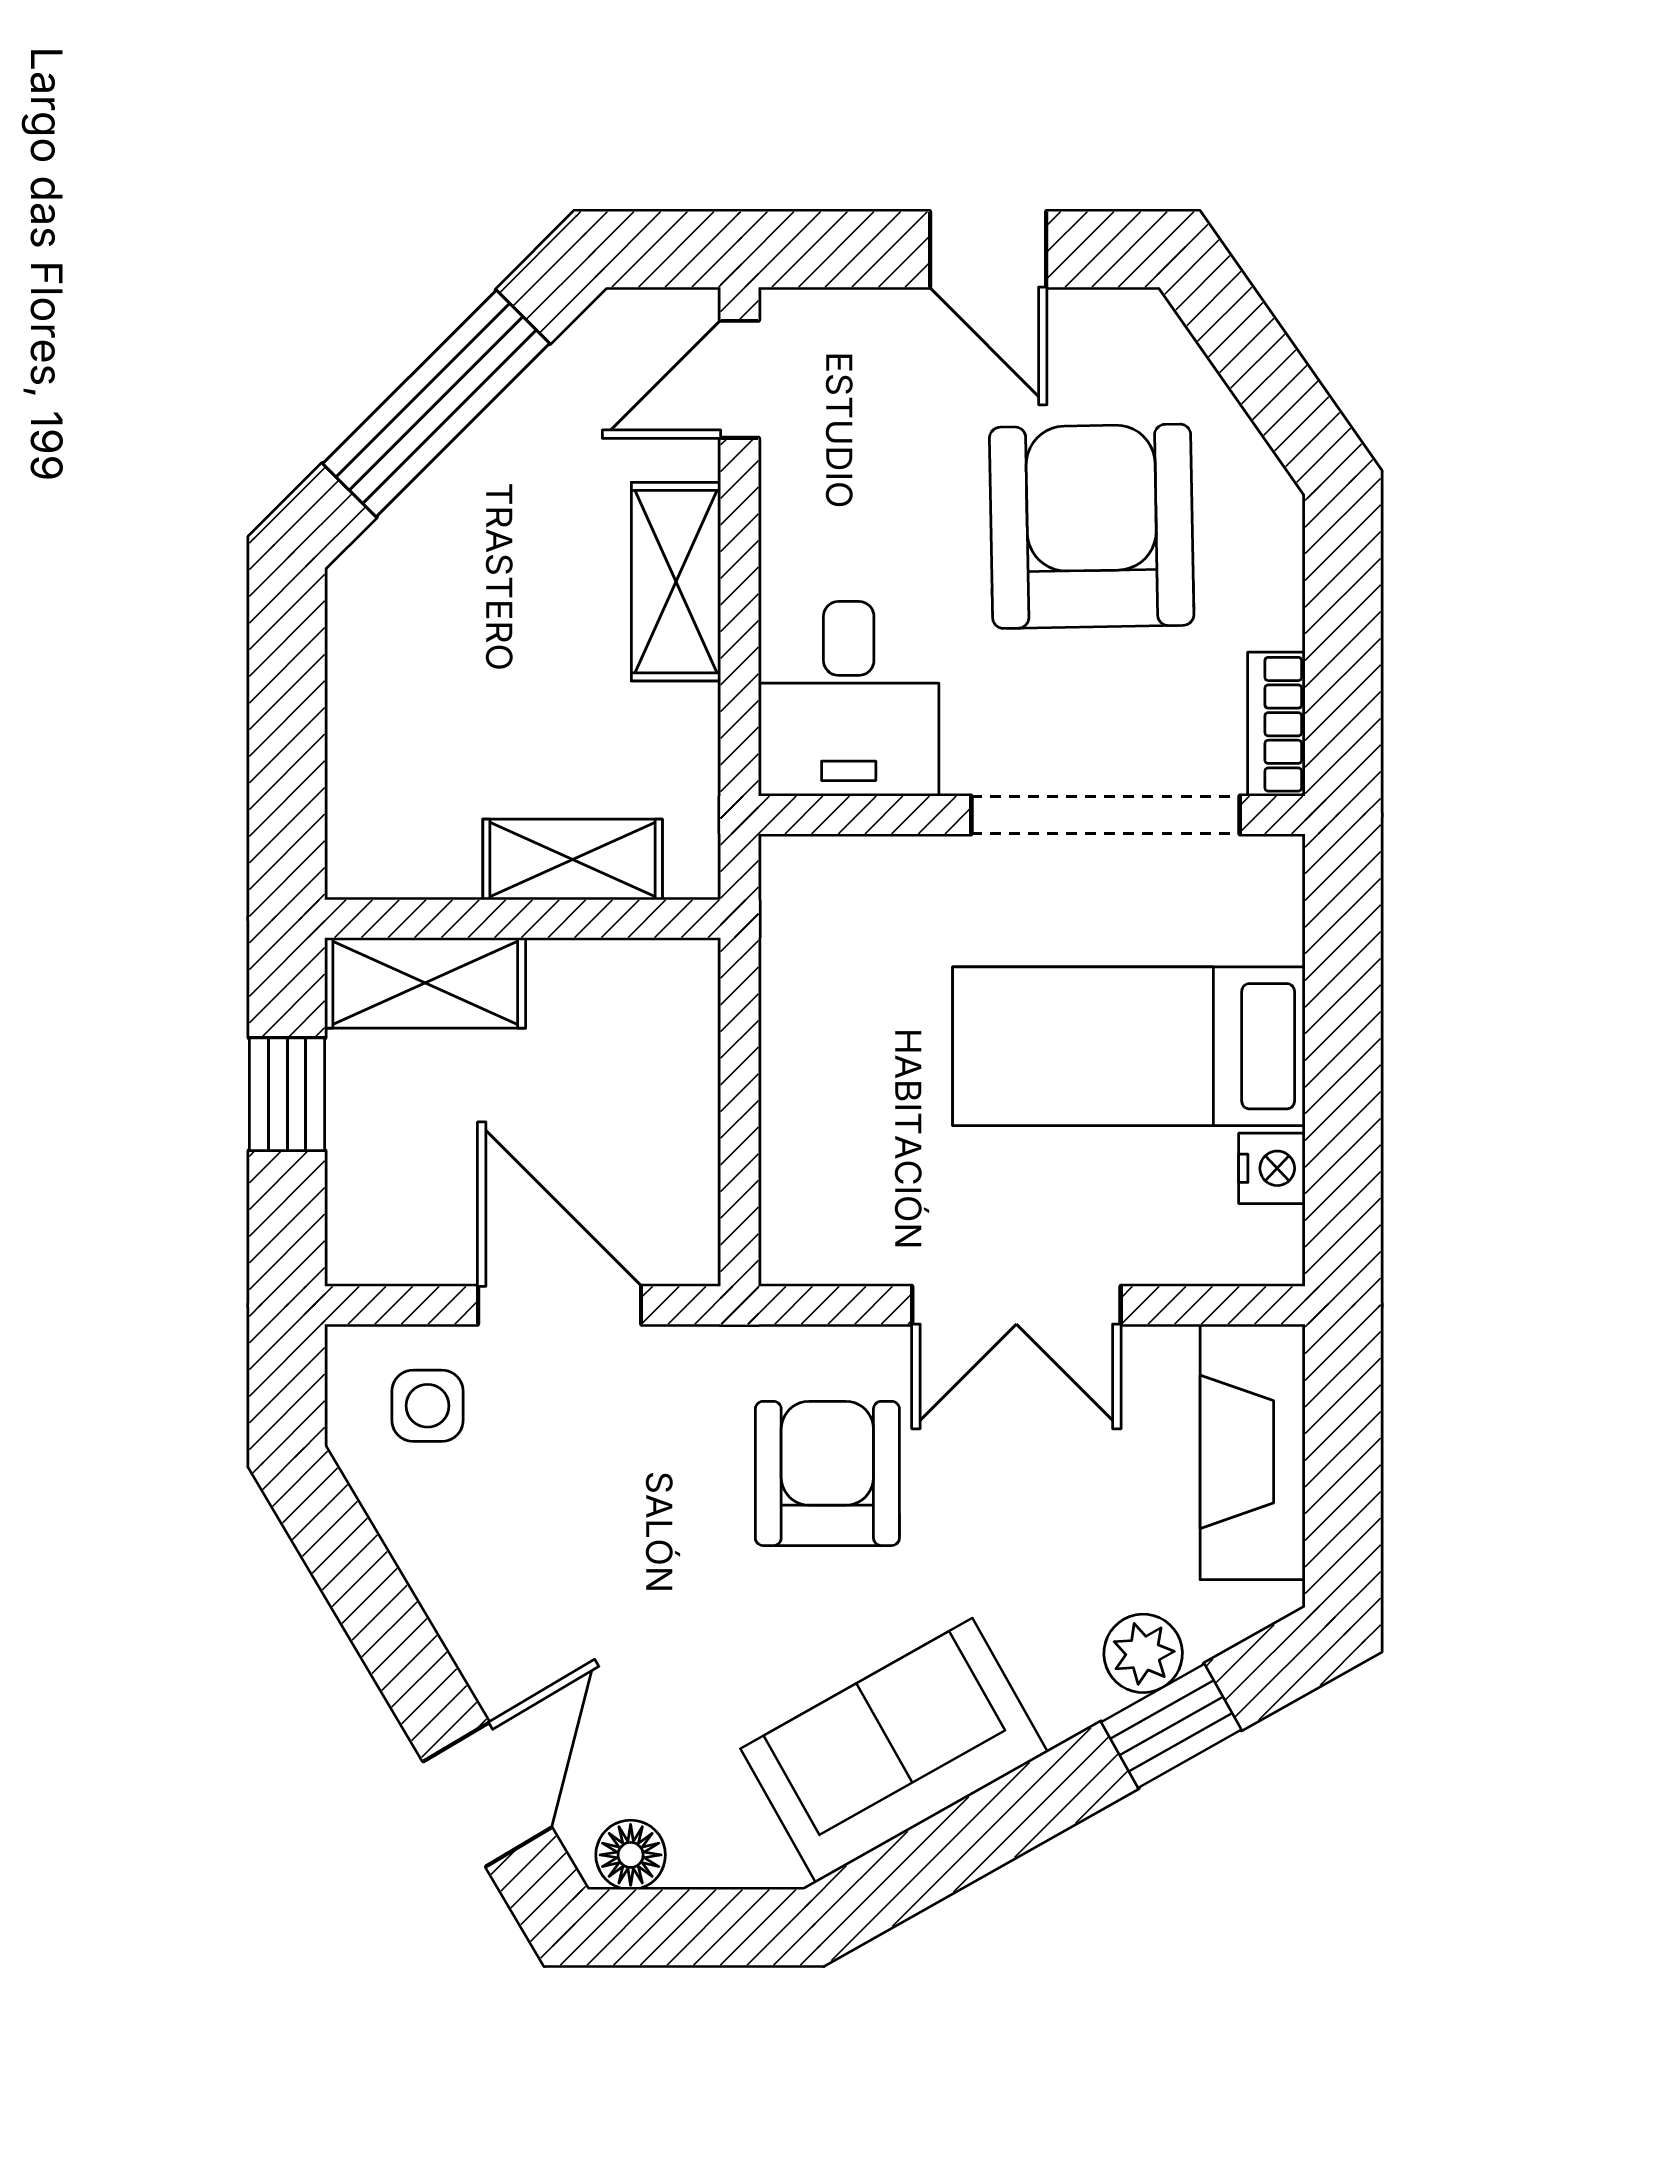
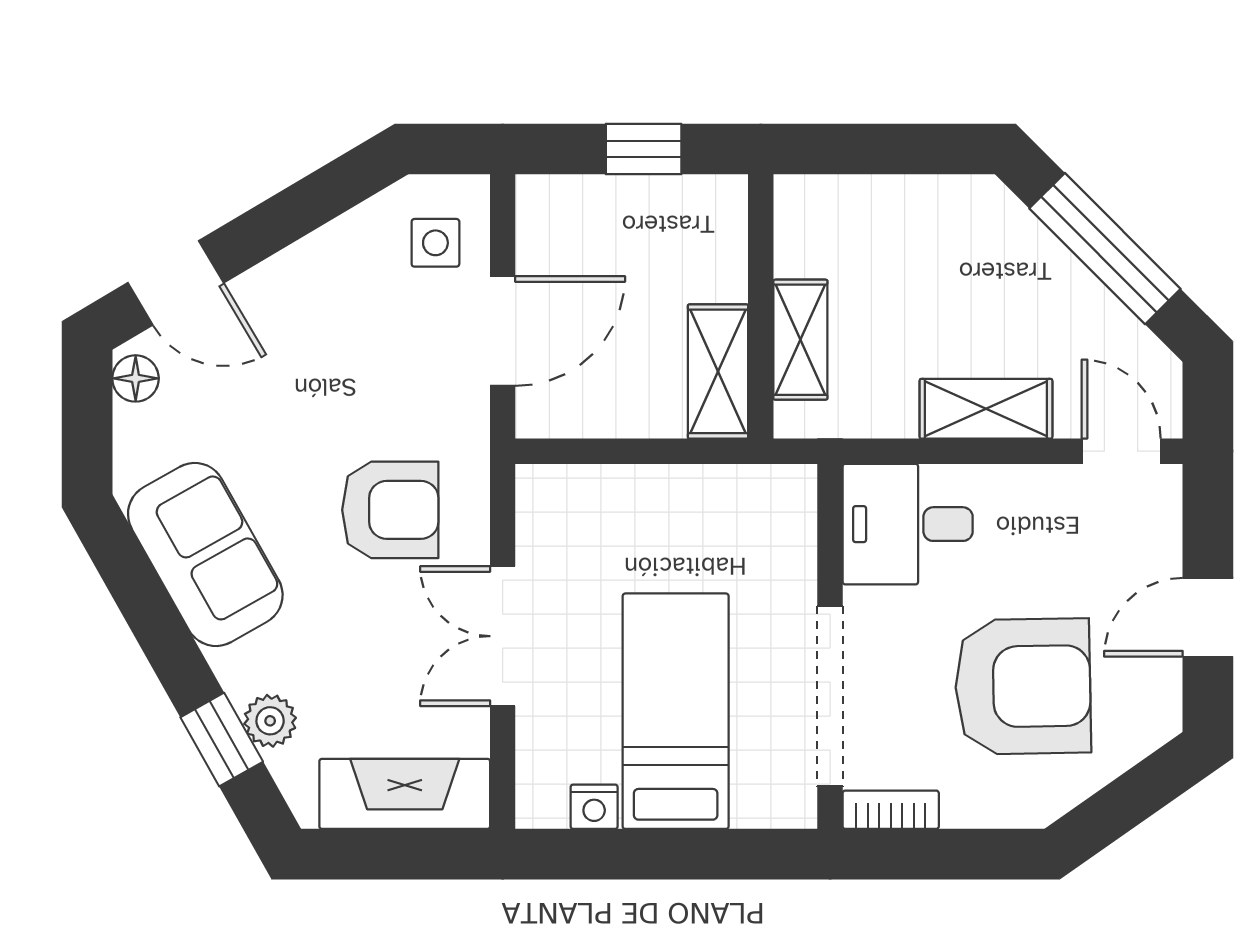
shelving: (425, 983) -> (718, 371), moved

